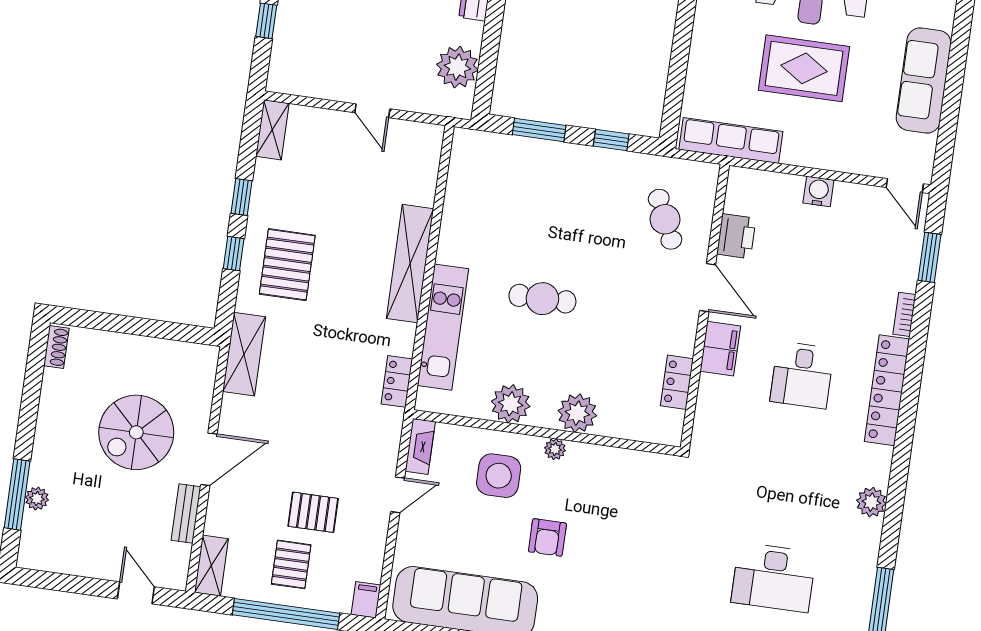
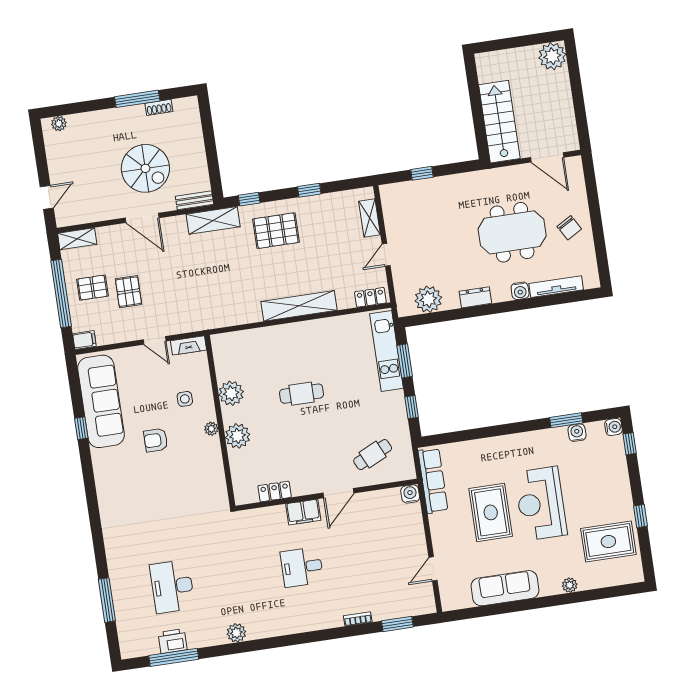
shelving: (272, 130) -> (369, 218), moved, turned 90
door: (905, 186) -> (433, 569), moved
water cooler: (818, 191) -> (410, 494), moved, turned -90
printer: (736, 236) -> (173, 641), moved, turned 180
window: (234, 254) -> (249, 199), moved
cafe table: (542, 299) -> (302, 394), turned 90
kitchen unit: (443, 327) -> (386, 351), moved, turned 90
shoe rack: (56, 347) -> (159, 107), moved
locker: (397, 381) -> (370, 297), moved
locker: (887, 390) -> (308, 622), removed
spiral stairs: (136, 432) -> (145, 168), turned 180
side table: (499, 476) -> (185, 399), width x0.54, depth x0.54
window: (17, 495) -> (137, 99), moved
plant: (37, 499) -> (59, 124), moved
bench: (186, 513) -> (194, 200), moved

